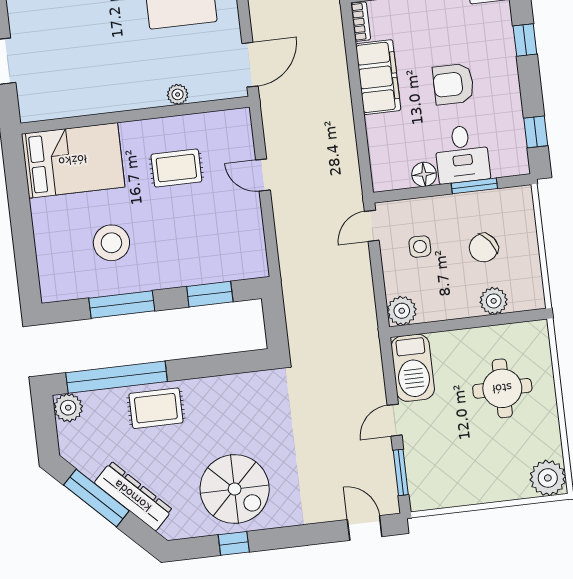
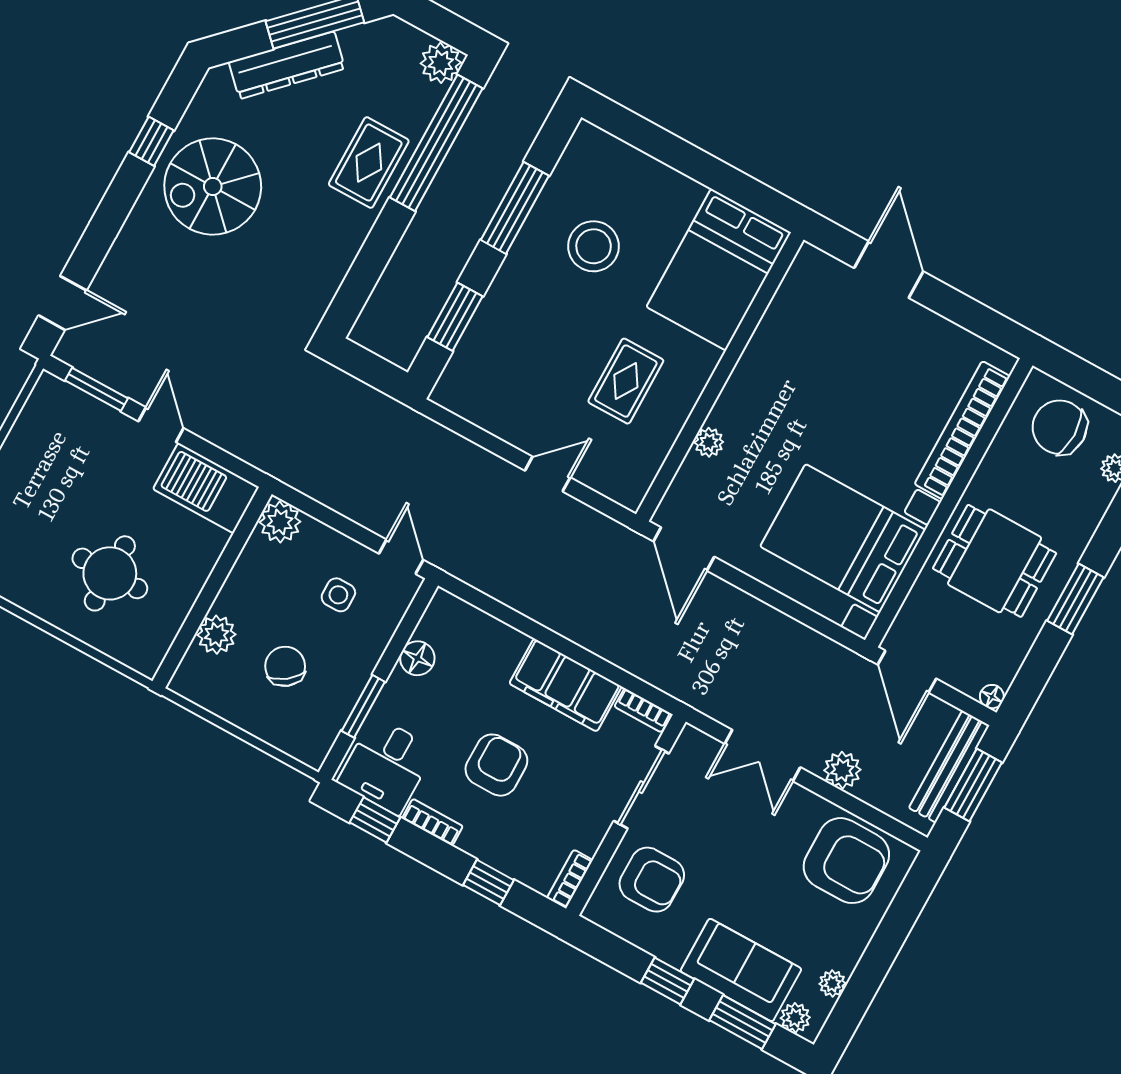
bookcase: (513, 98) -> (432, 822), added
desk: (462, 154) -> (386, 765), moved, turned -90

